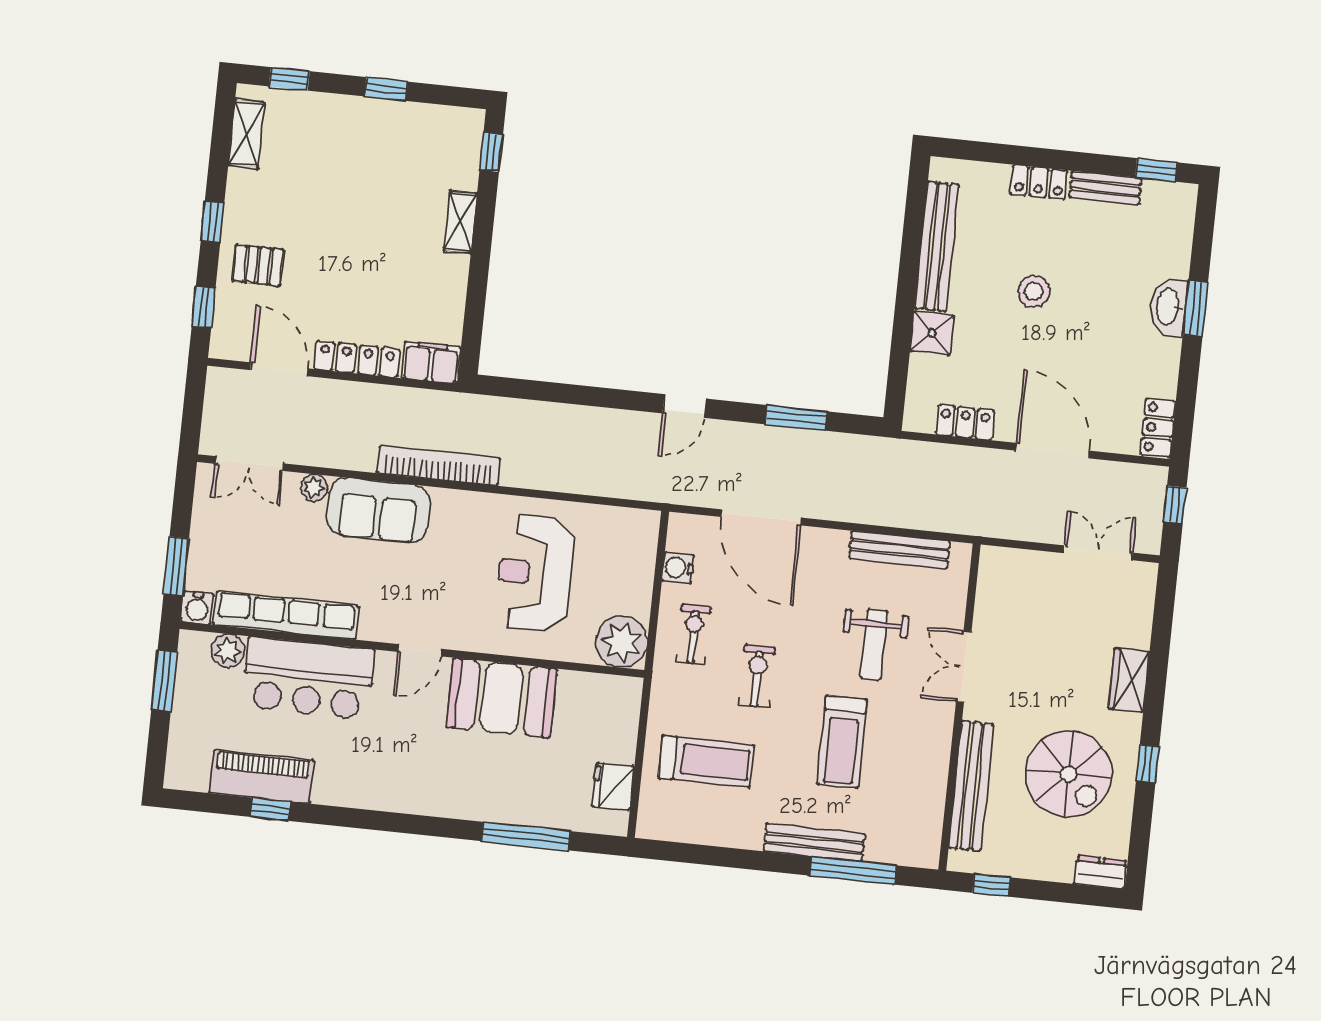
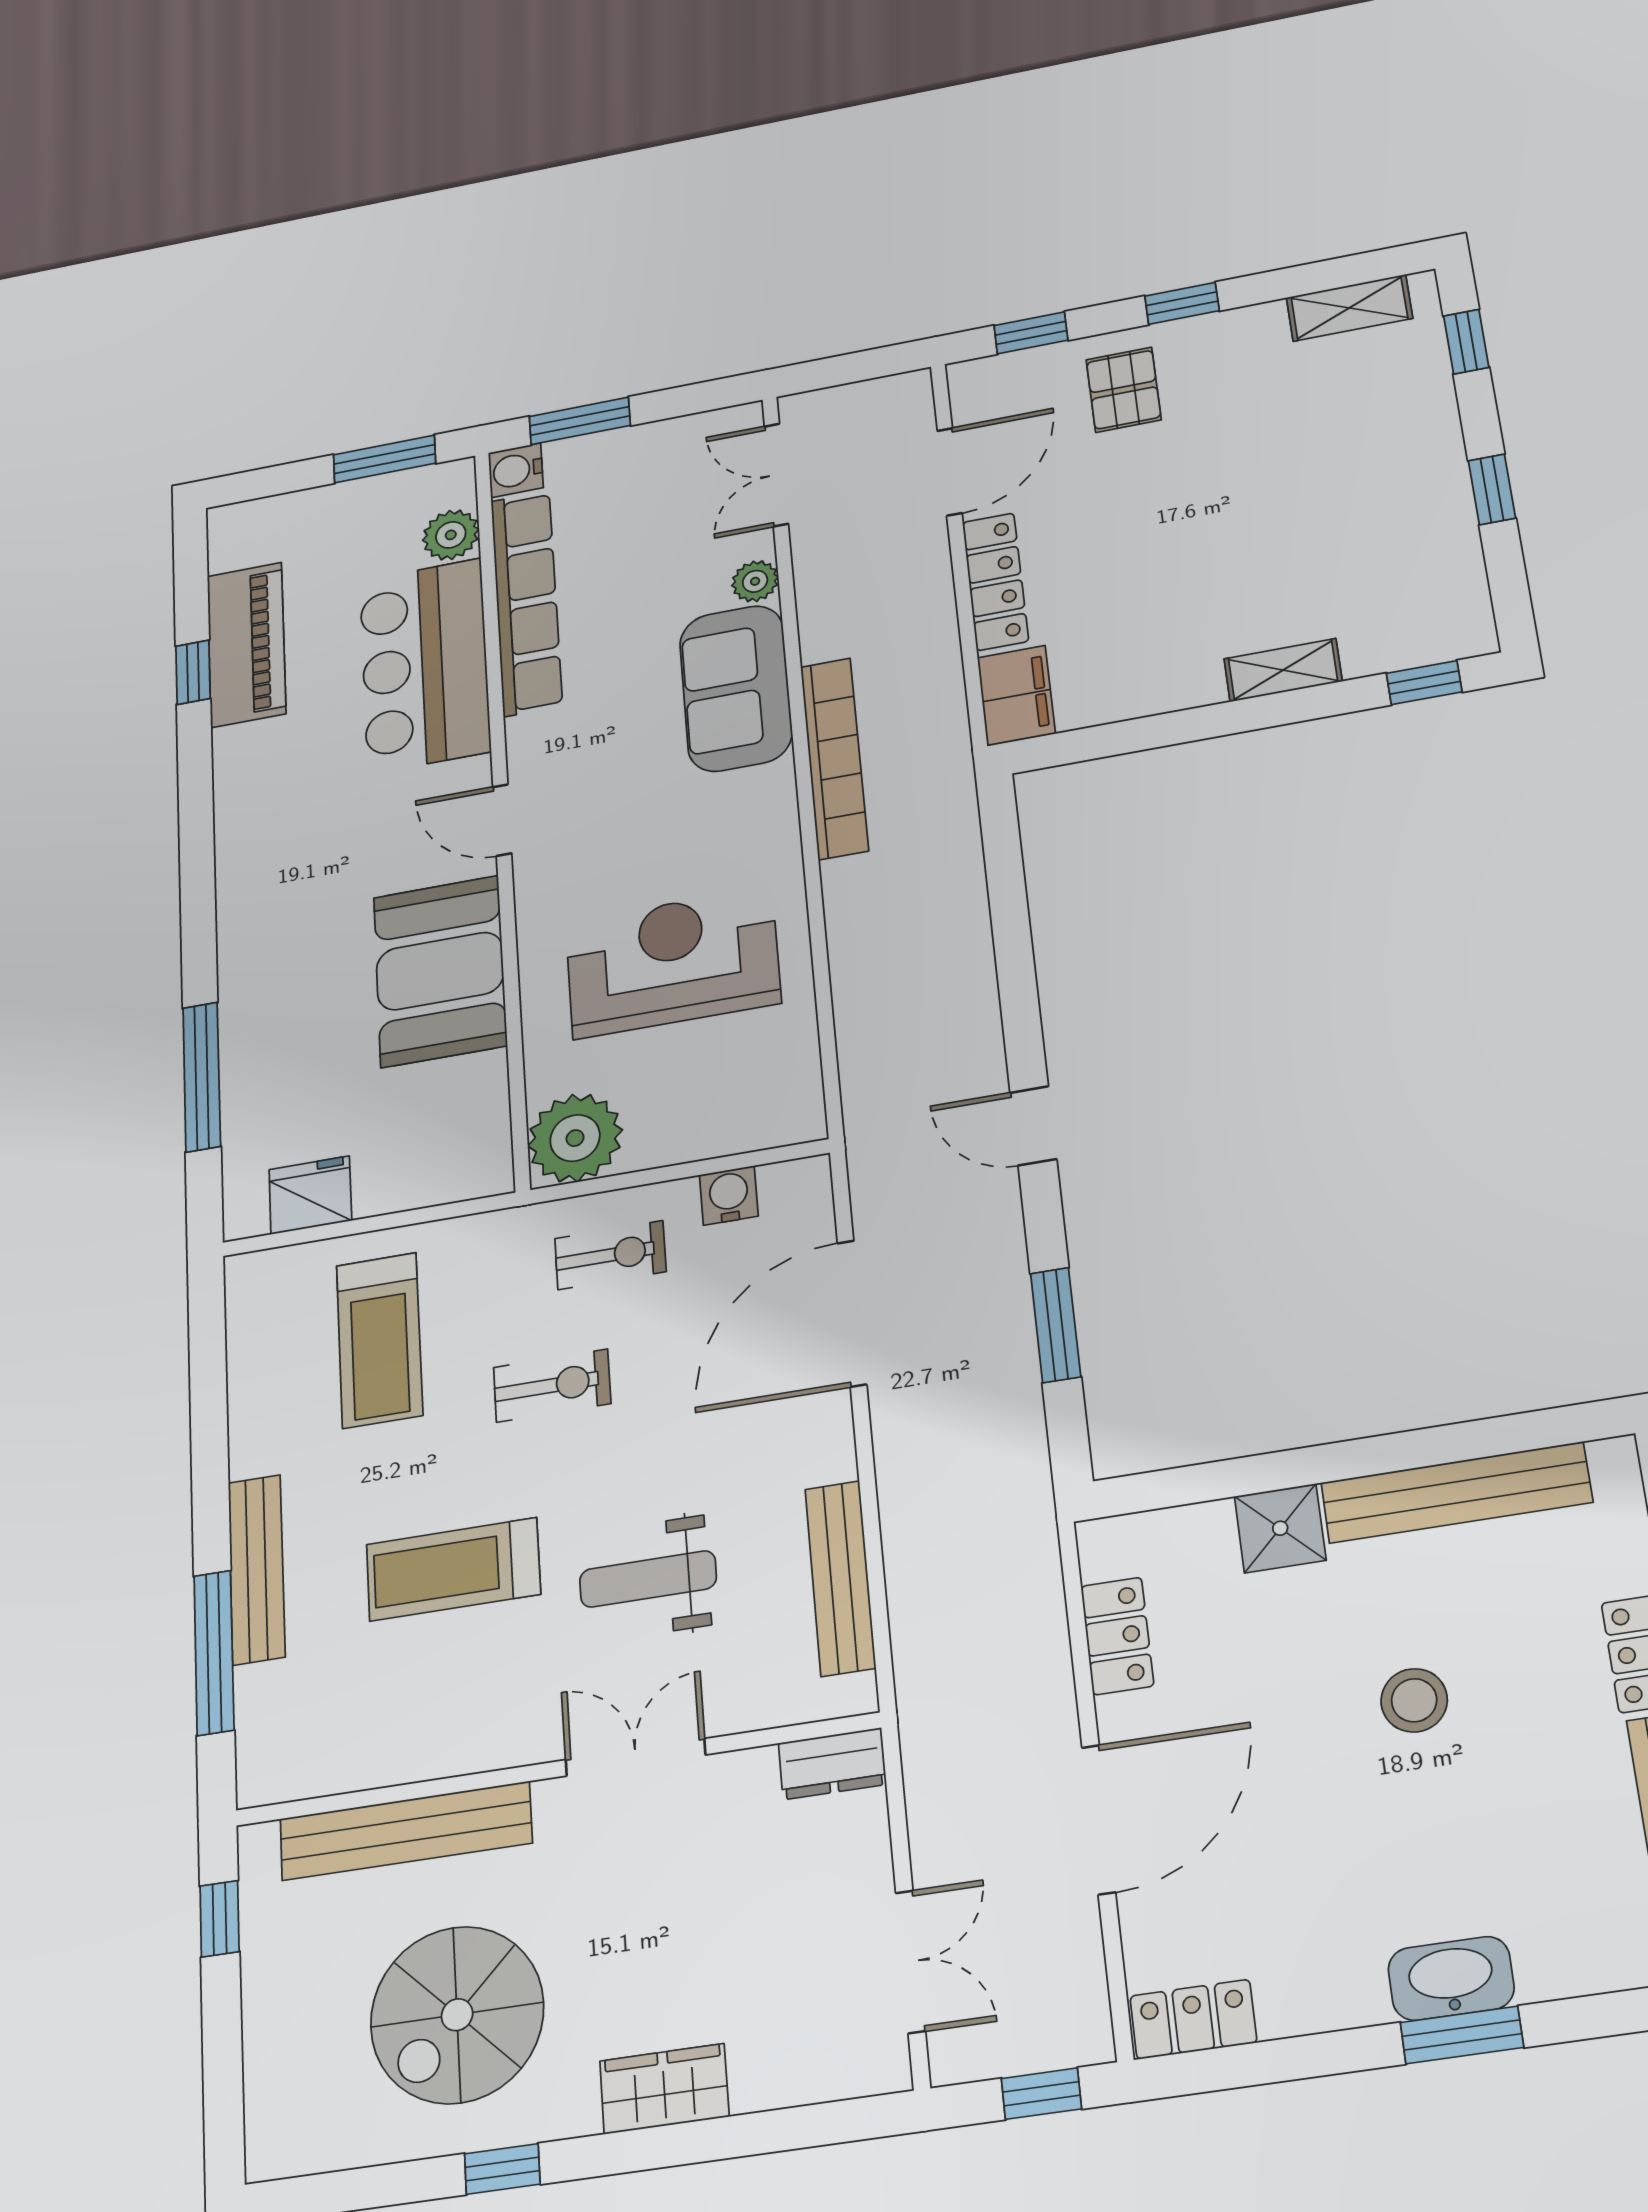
dresser: (1101, 872) -> (832, 1764), moved, turned 90

